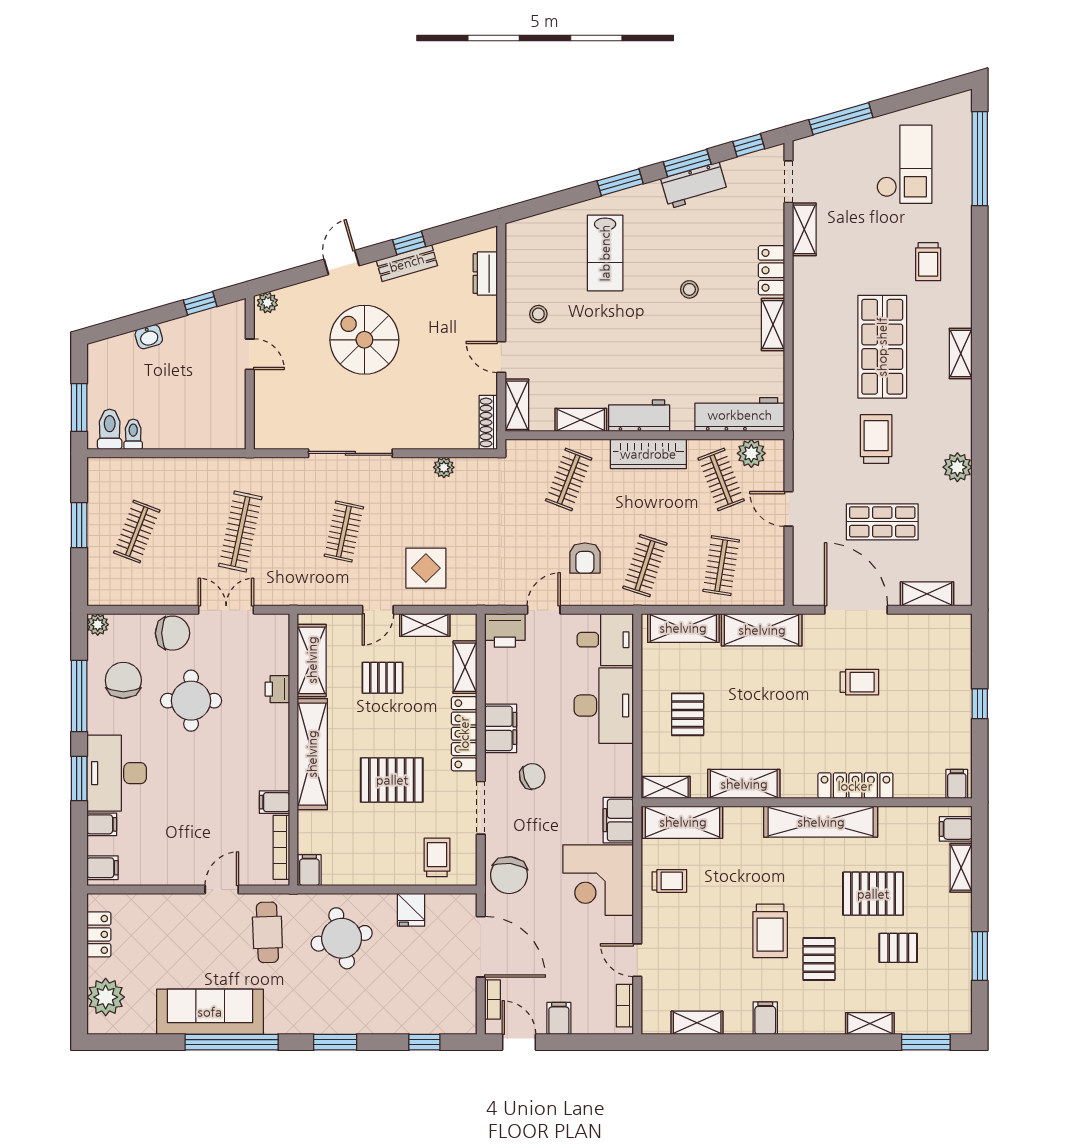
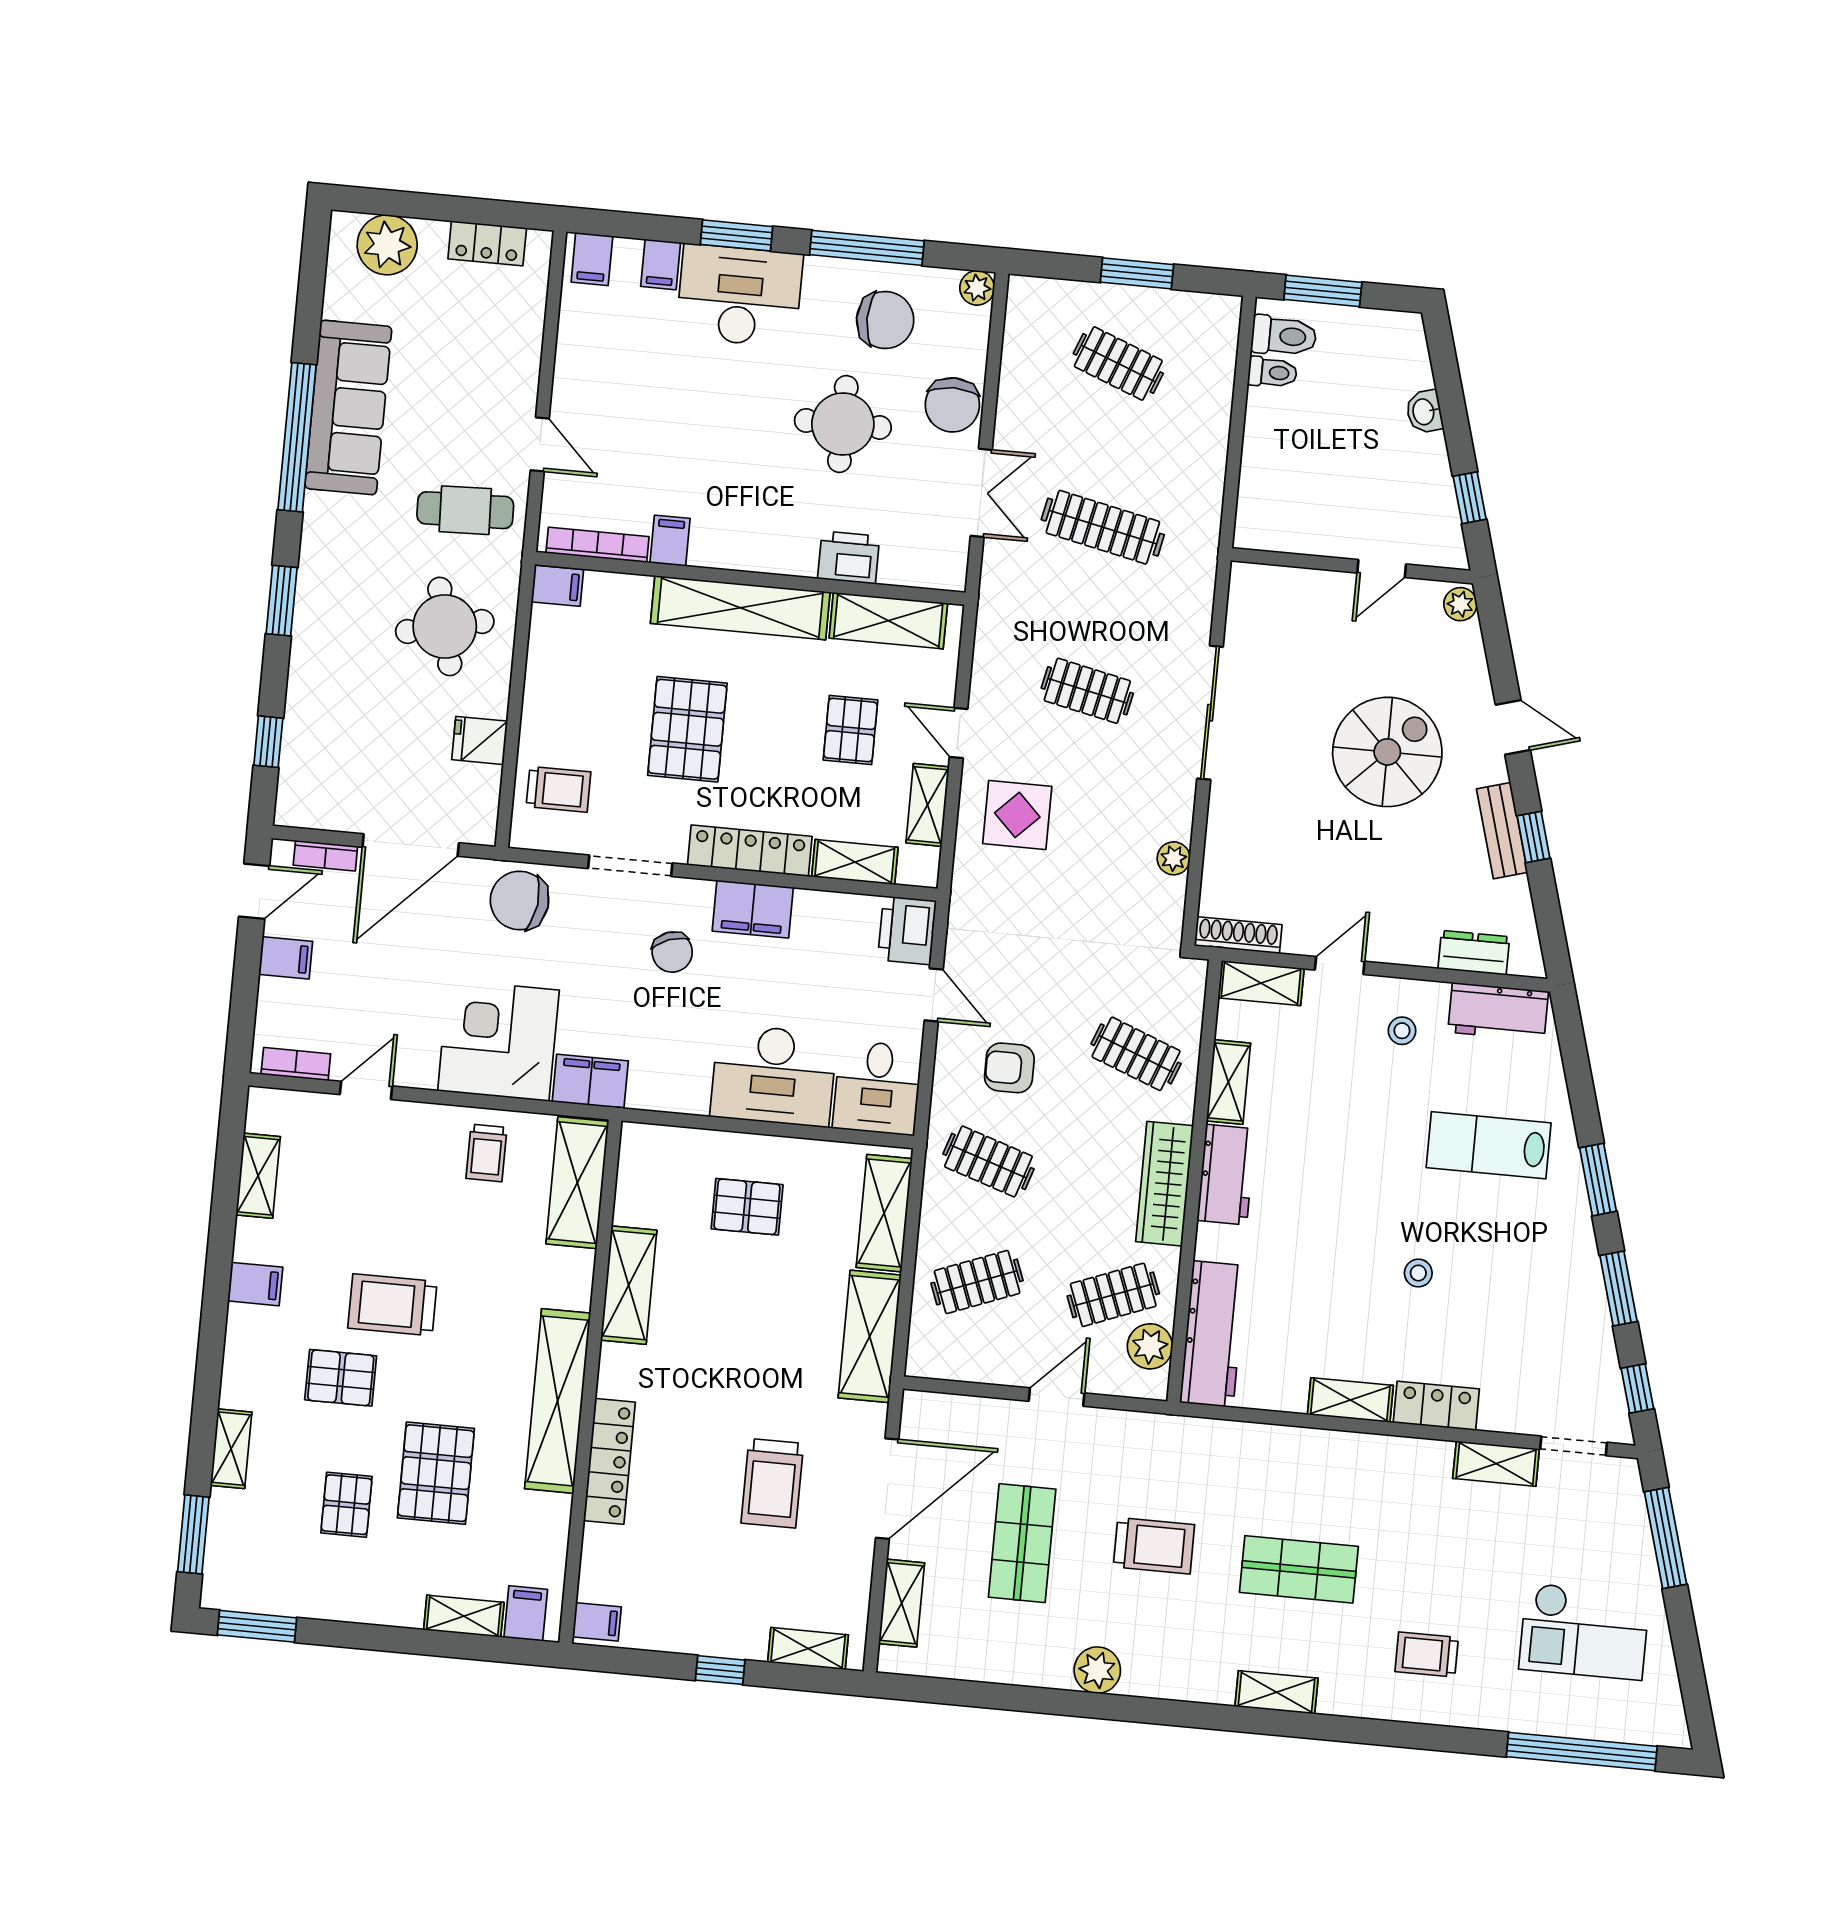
workbench: (694, 185) -> (1498, 1012), moved, turned -74
shop shelf: (882, 347) -> (1299, 1569), width x0.70, depth x0.74
clothes rail: (721, 566) -> (977, 1282), turned -30
trolley: (859, 682) -> (772, 1483), width x1.36, depth x1.39
printer: (277, 689) -> (849, 557), width x1.36, depth x1.24
shelving: (666, 787) -> (808, 1649), moved, turned 90
window: (980, 956) -> (257, 1626), moved

